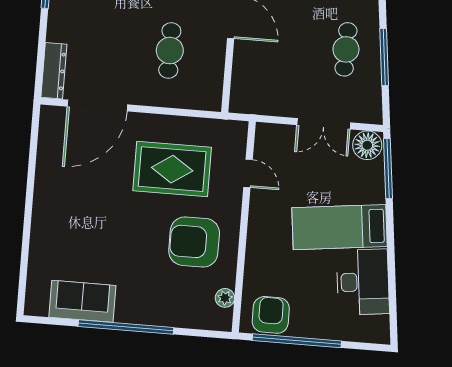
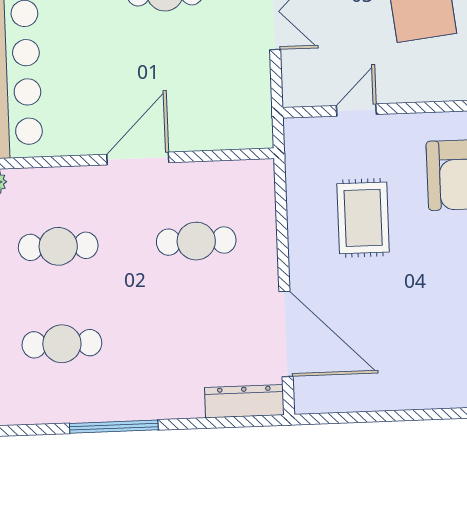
rug: (172, 169) -> (363, 218), width x0.73, depth x0.70

